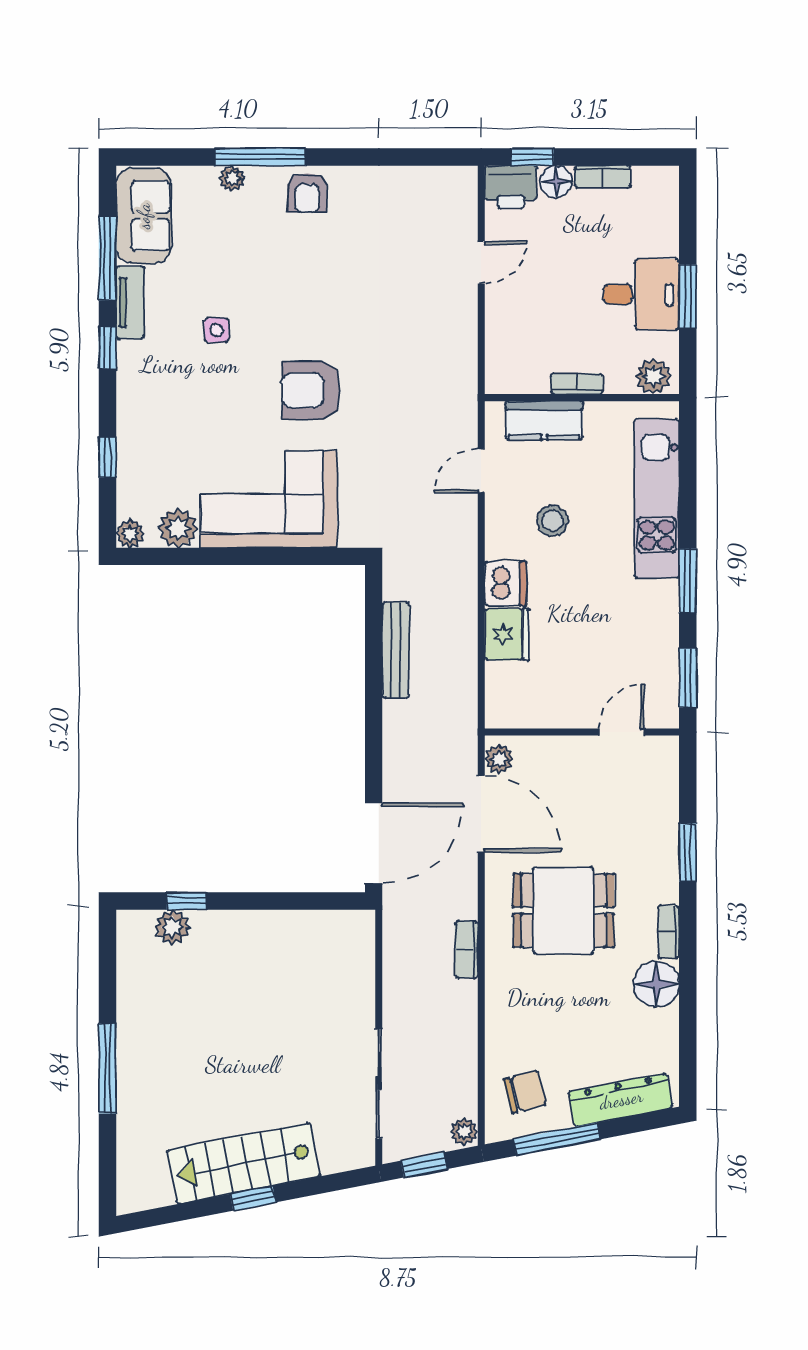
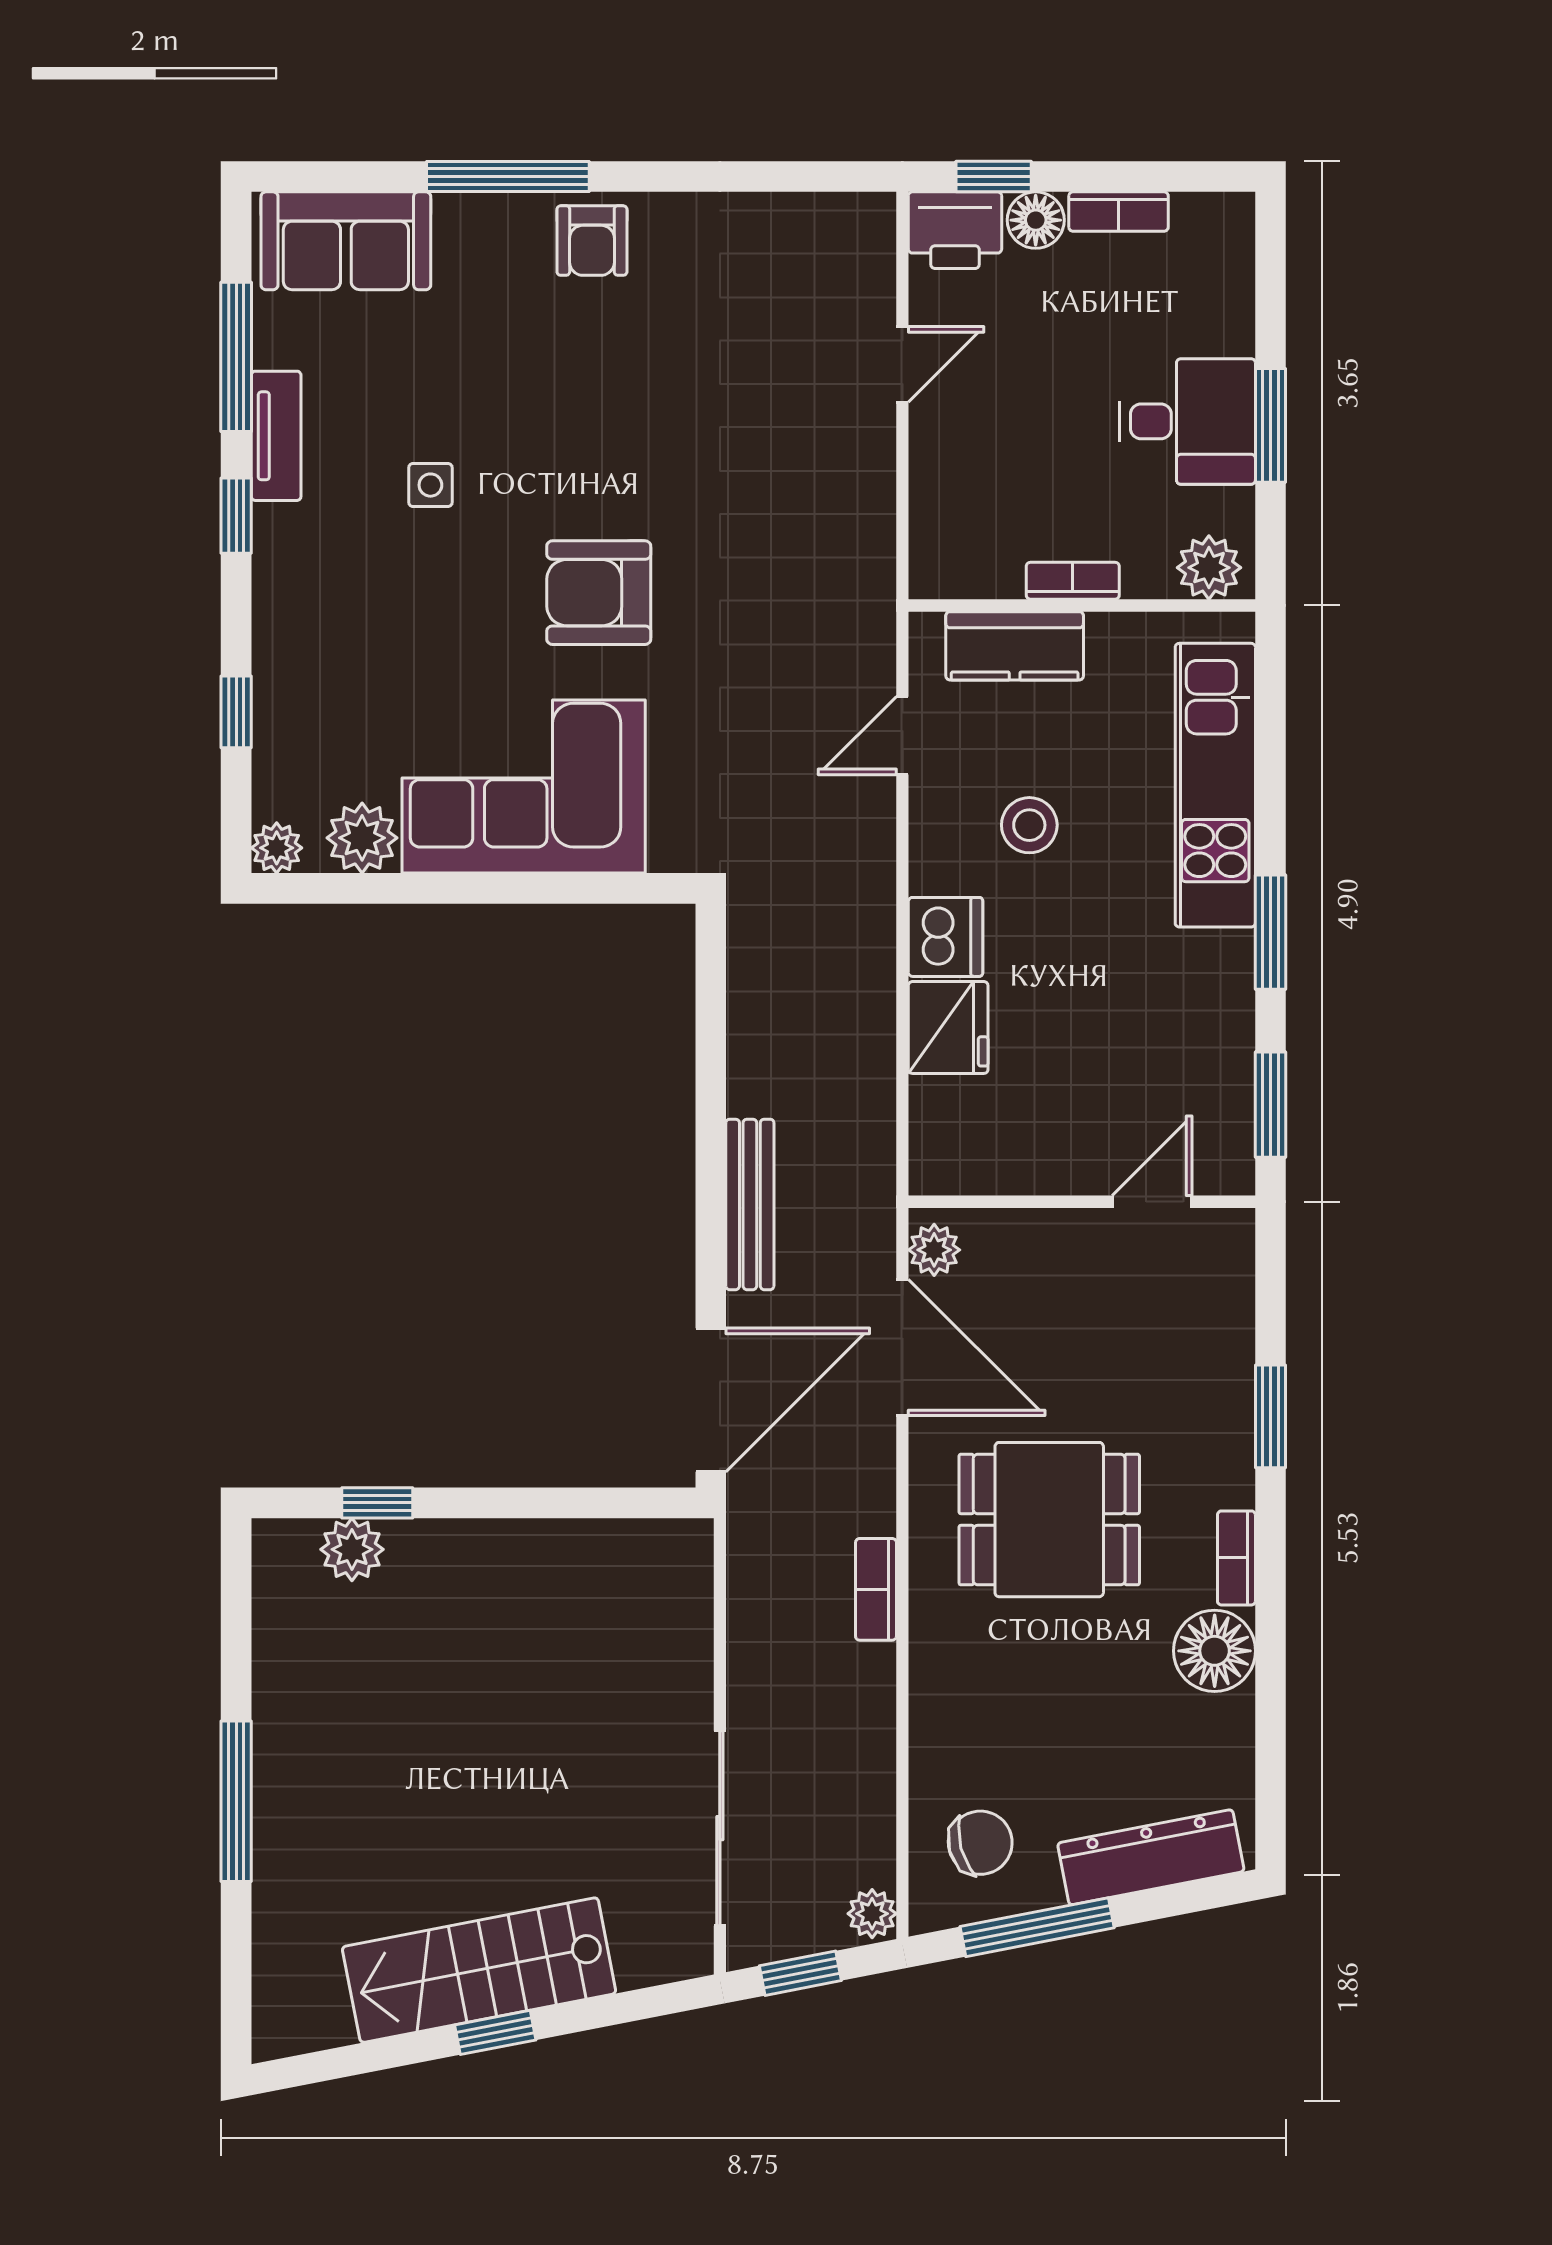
plant: (232, 178) -> (458, 214), removed
sofa: (144, 216) -> (346, 241), moved, turned 90
bench: (396, 650) -> (750, 1204), moved

